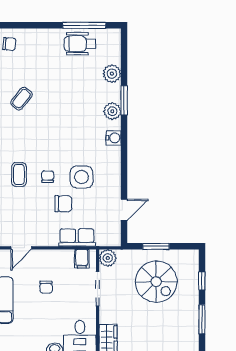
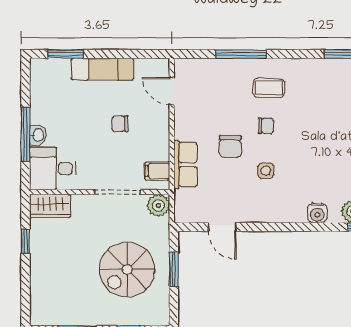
side table: (82, 177) -> (266, 171), width x0.54, depth x0.54

